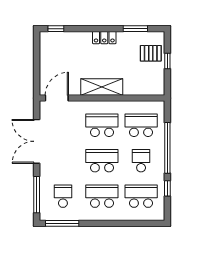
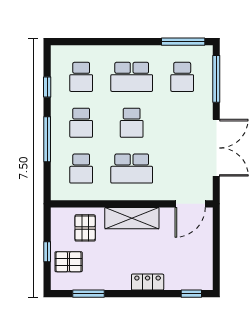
locker: (104, 38) -> (148, 282), moved
pallet: (138, 79) -> (85, 228), added
school desk: (141, 125) -> (81, 169), width x0.54
window: (167, 148) -> (47, 139), width x0.68
school desk: (102, 161) -> (132, 123), width x0.54
school desk: (141, 196) -> (81, 77), width x0.54

